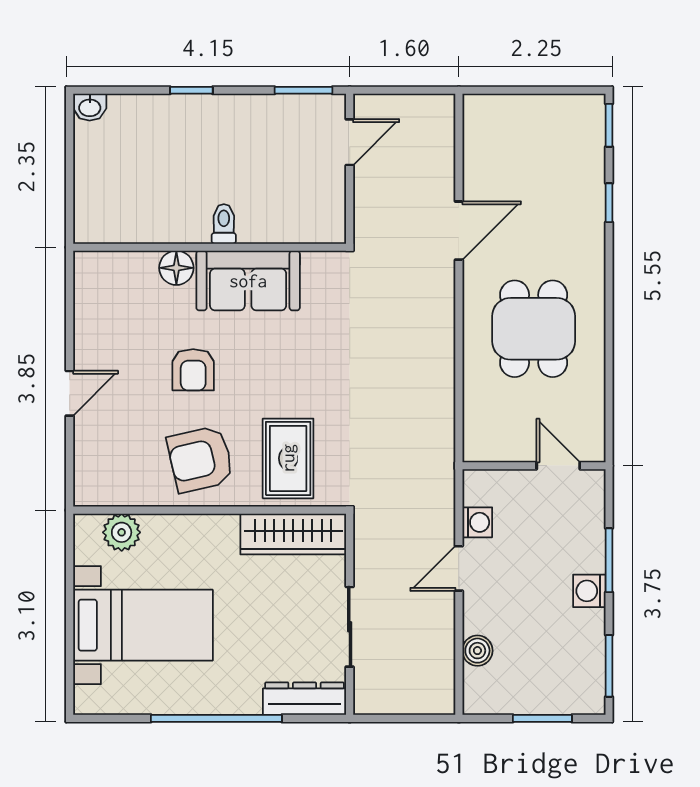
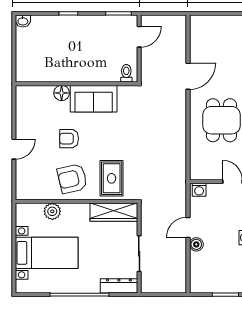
toilet: (224, 224) -> (126, 73), moved
armchair: (193, 370) -> (69, 139), turned 90
washing machine: (477, 522) -> (199, 190), moved, turned 90
plant: (122, 532) -> (52, 211), moved
boiler: (477, 651) -> (196, 244), moved

